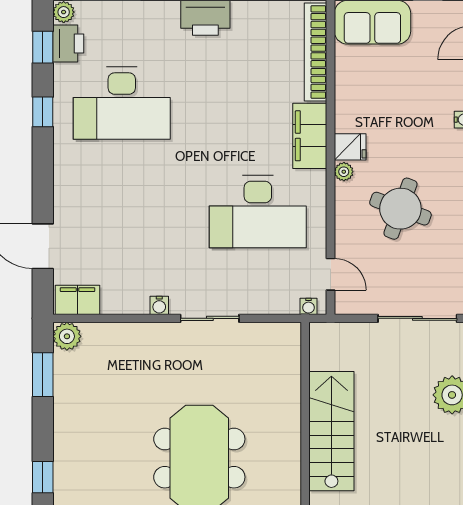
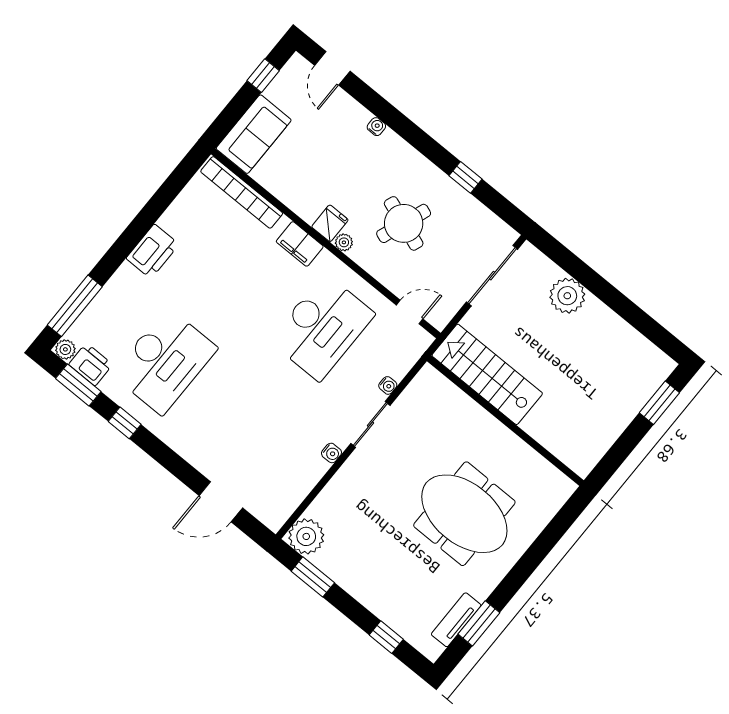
window: (43, 47) -> (78, 385), width x1.50
filing cabinet: (310, 136) -> (300, 244), width x0.67, depth x0.86
filing cabinet: (77, 300) -> (280, 508), removed
water cooler: (309, 306) -> (388, 385), moved
plant: (67, 336) -> (306, 536), width x1.36, depth x1.36
stairs: (331, 431) -> (487, 374), moved

